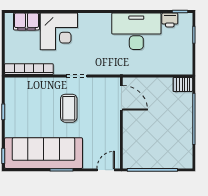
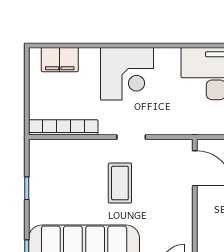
corner desk: (59, 31) -> (127, 74), moved

